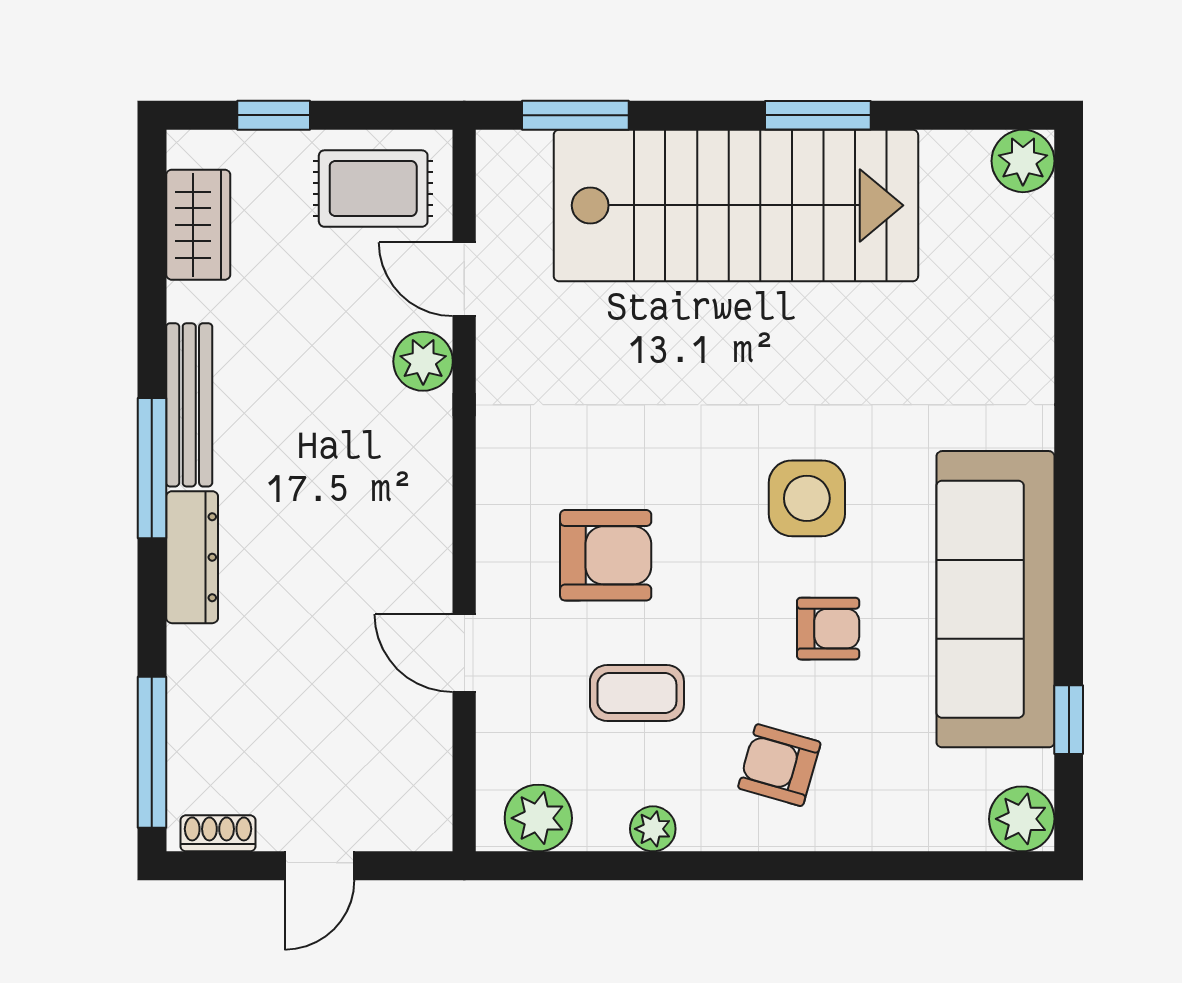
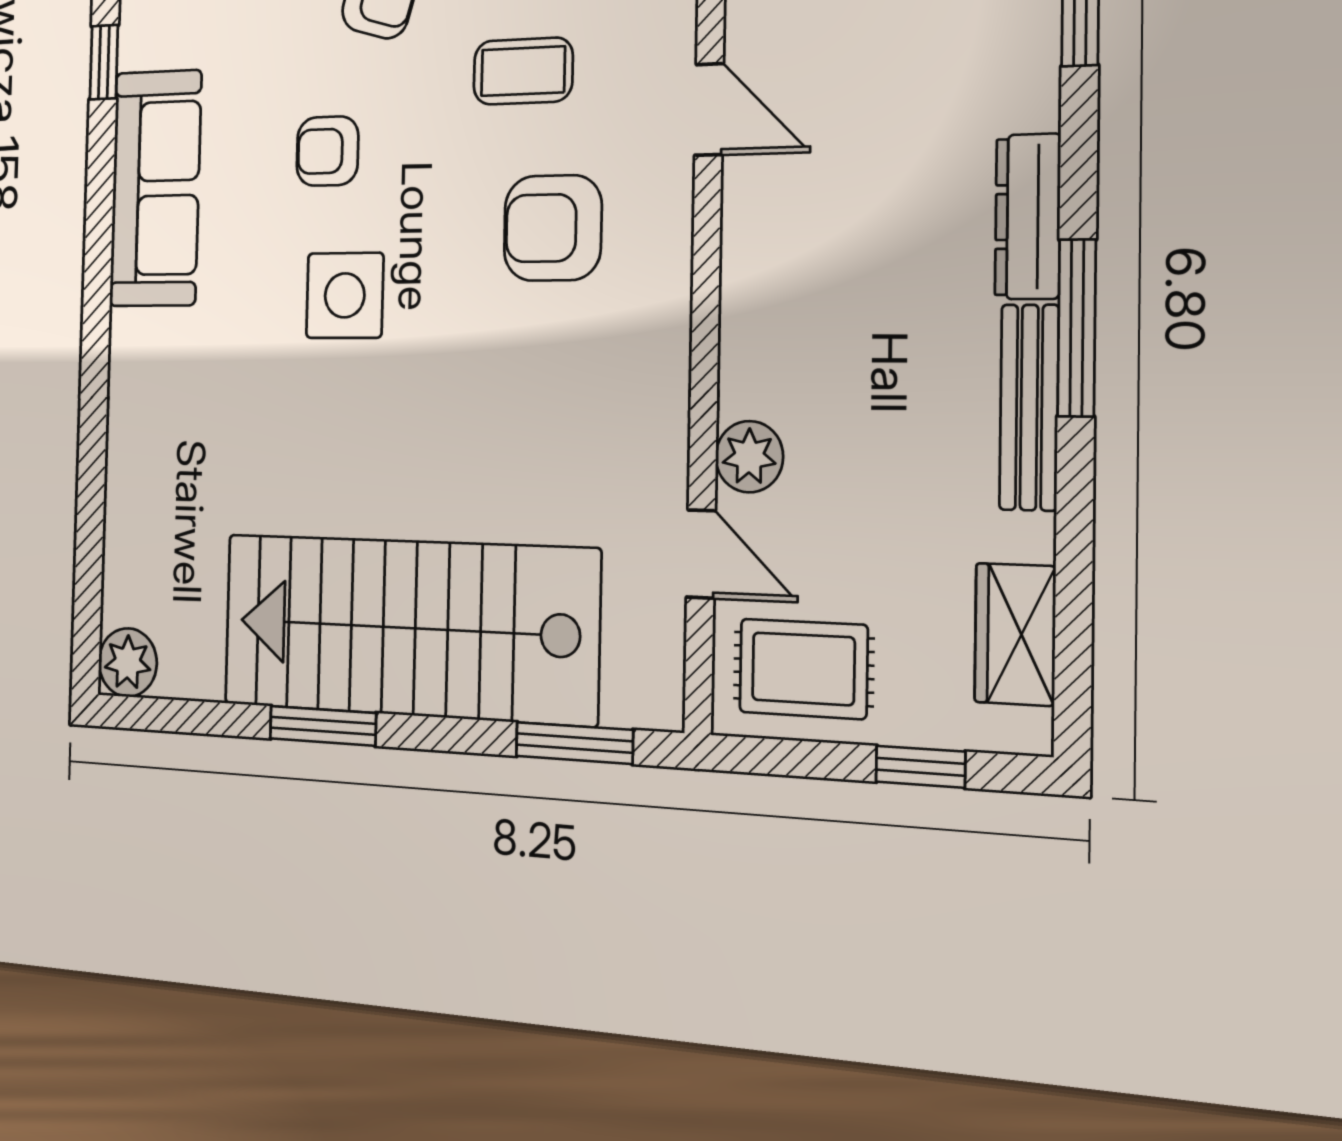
sofa: (995, 599) -> (155, 188), width x0.74, depth x0.79

